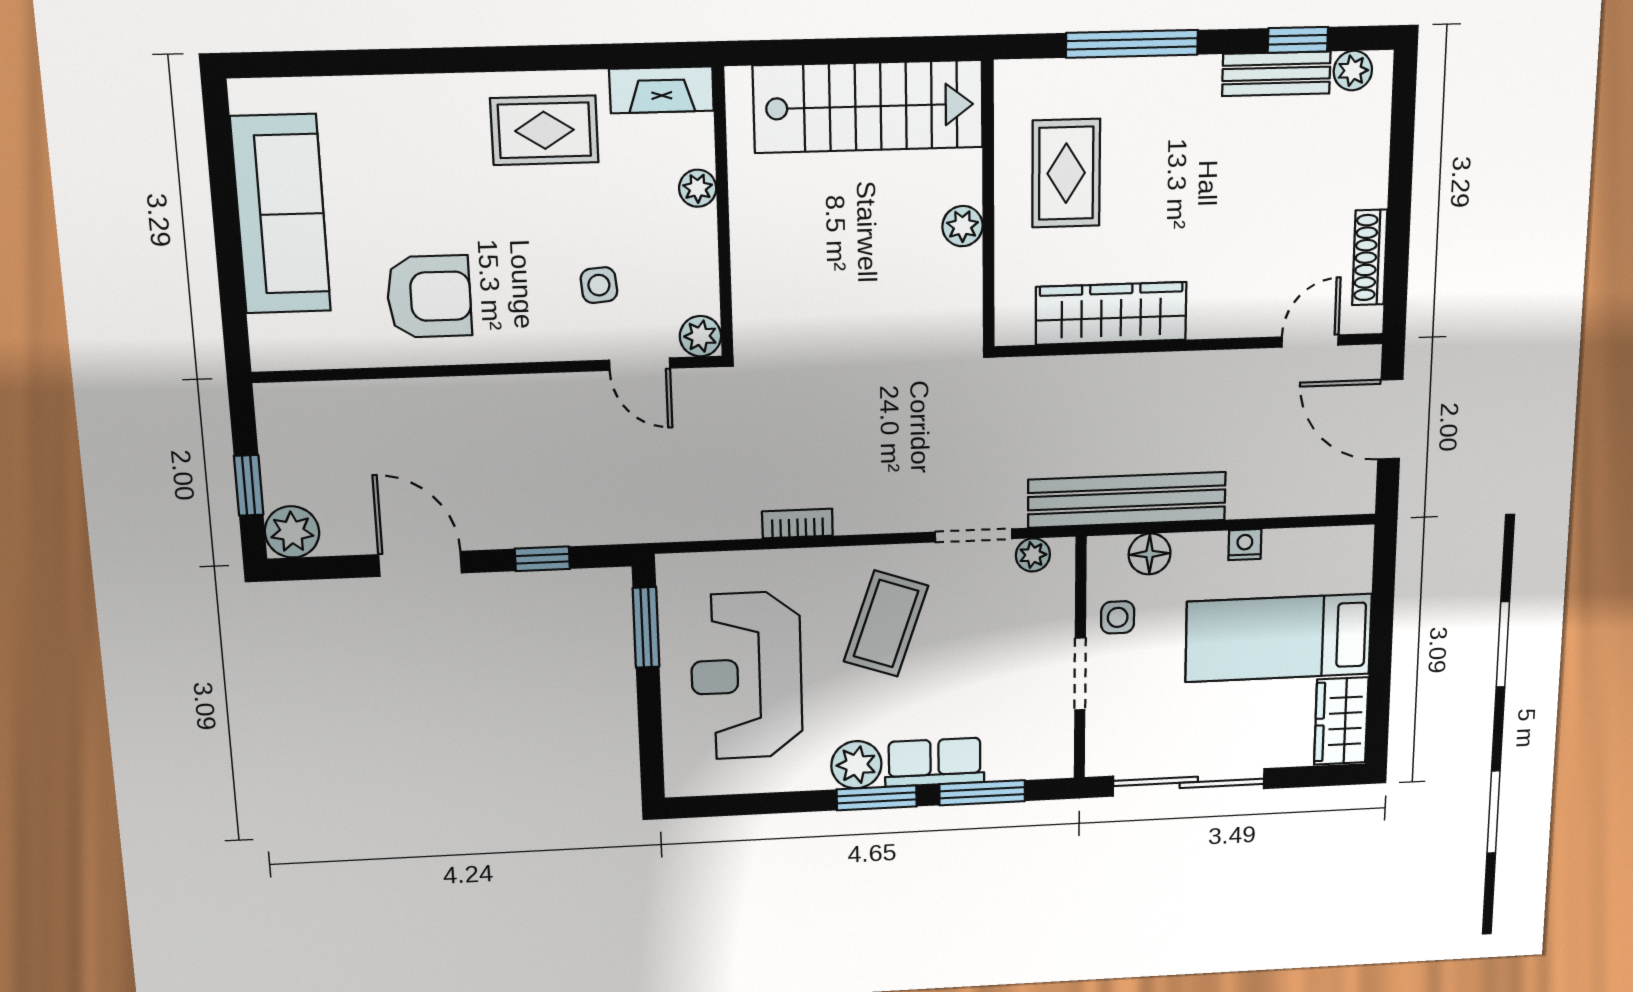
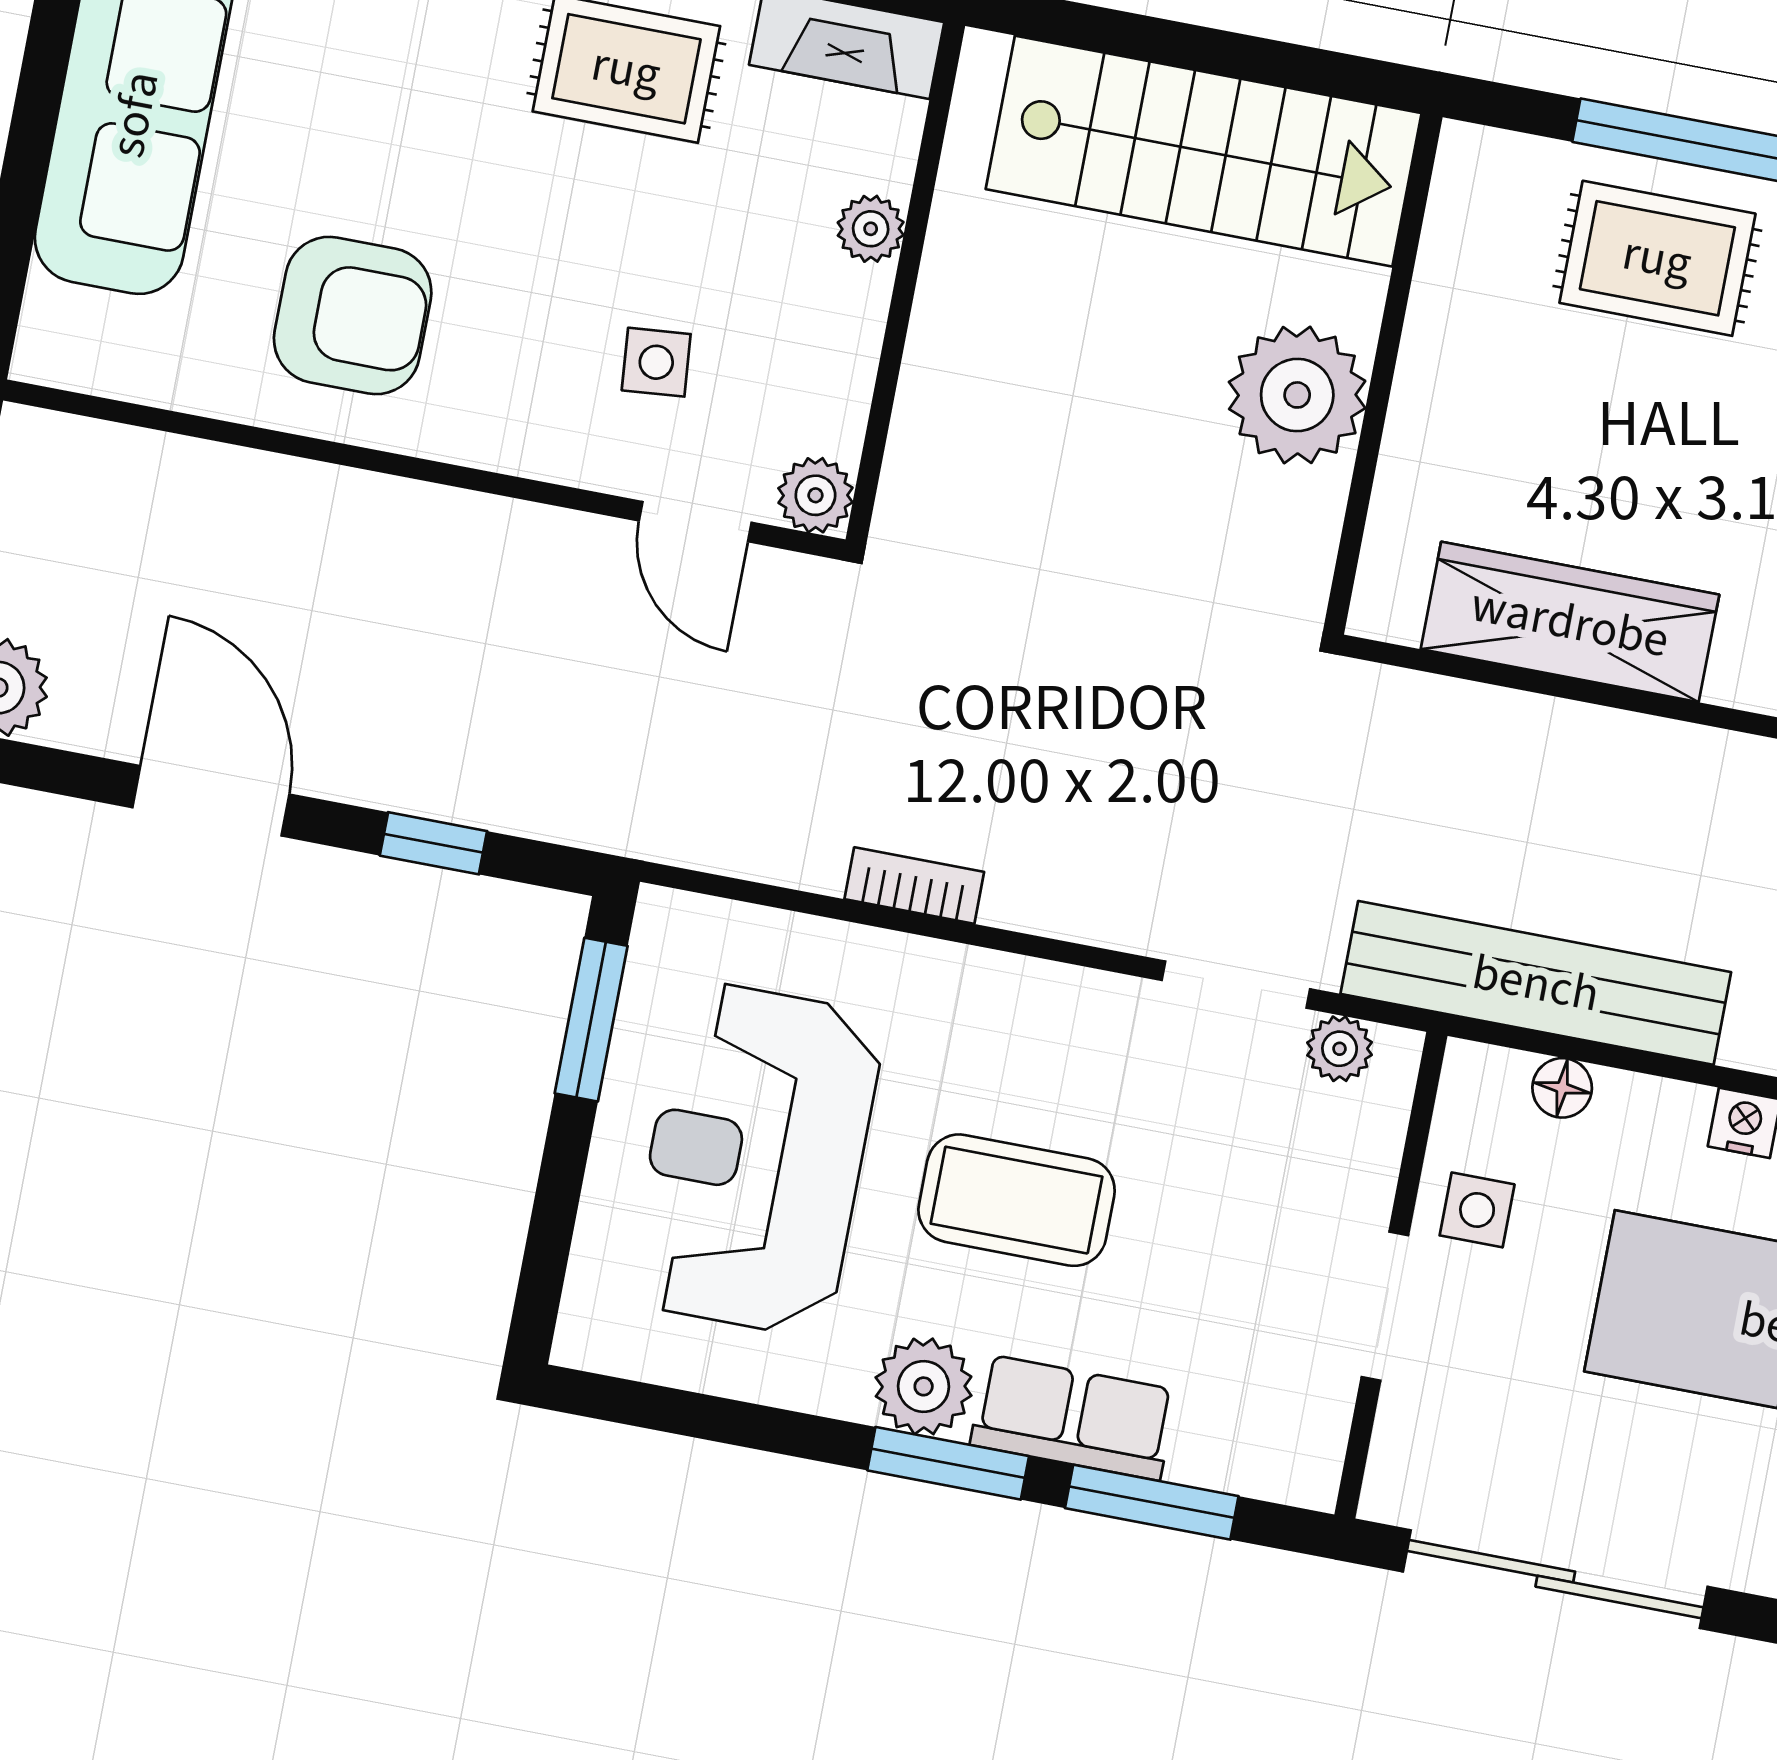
rug: (1066, 173) -> (1657, 258), moved, turned 90
plant: (962, 226) -> (1297, 395), width x1.88, depth x1.88
floor lamp: (1150, 554) -> (1562, 1088), width x0.73, depth x0.73
coffee table: (886, 624) -> (1017, 1200), moved, turned 71

